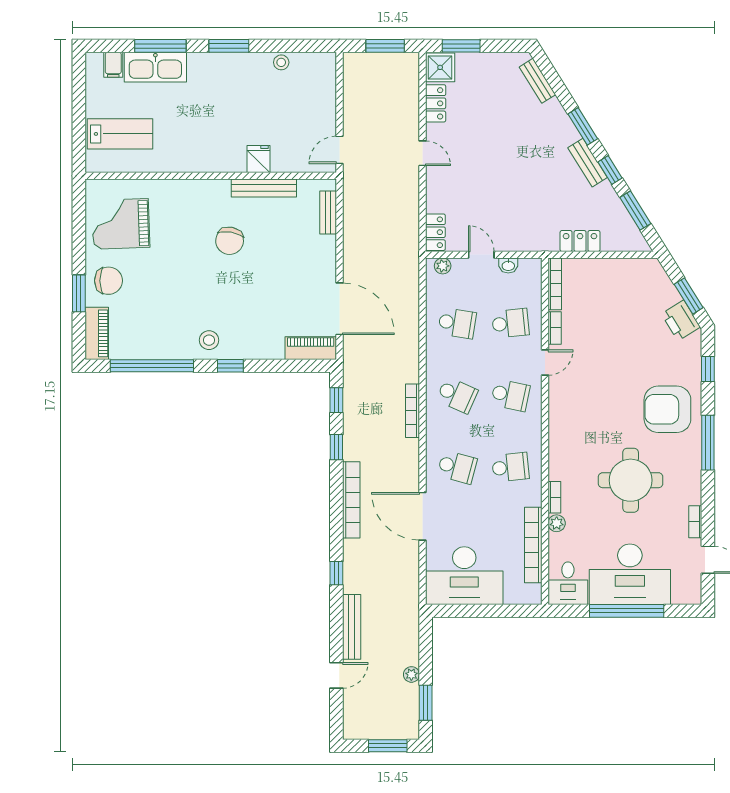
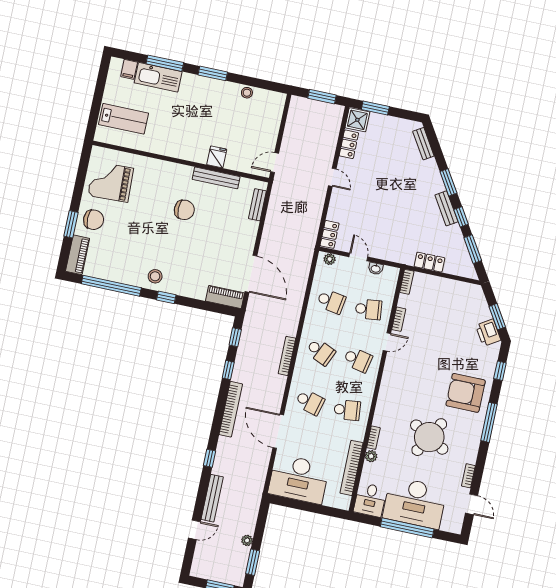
chair: (230, 241) -> (184, 210), turned -100
bookcase: (555, 284) -> (407, 282), width x0.64
round table: (631, 480) -> (429, 437), turned 30

